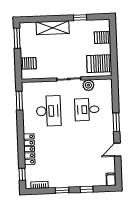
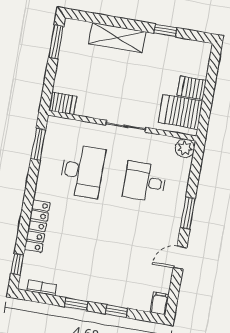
server rack: (102, 37) -> (192, 88), moved
server rack: (28, 63) -> (63, 103), moved
plant: (88, 85) -> (185, 148), moved

